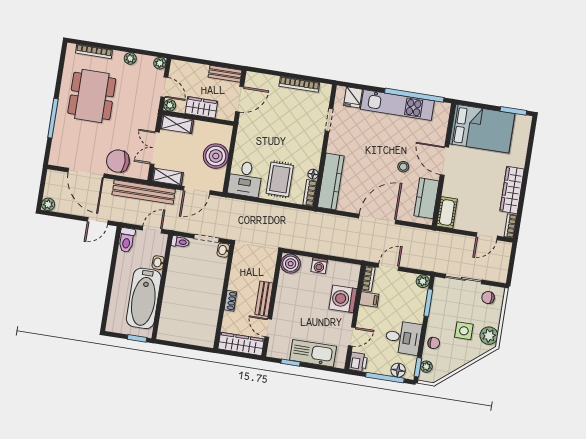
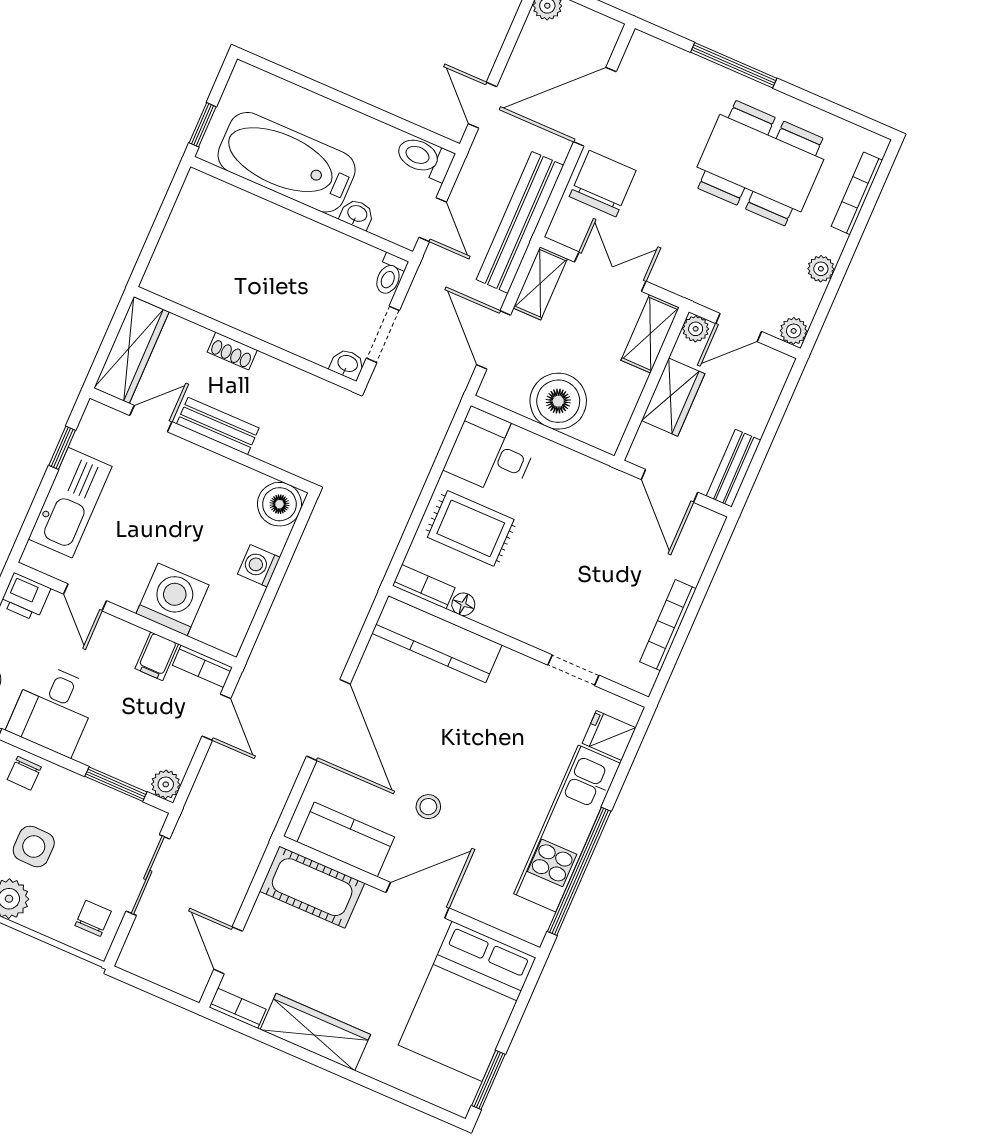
cot: (447, 212) -> (312, 887), width x1.37, depth x1.34

